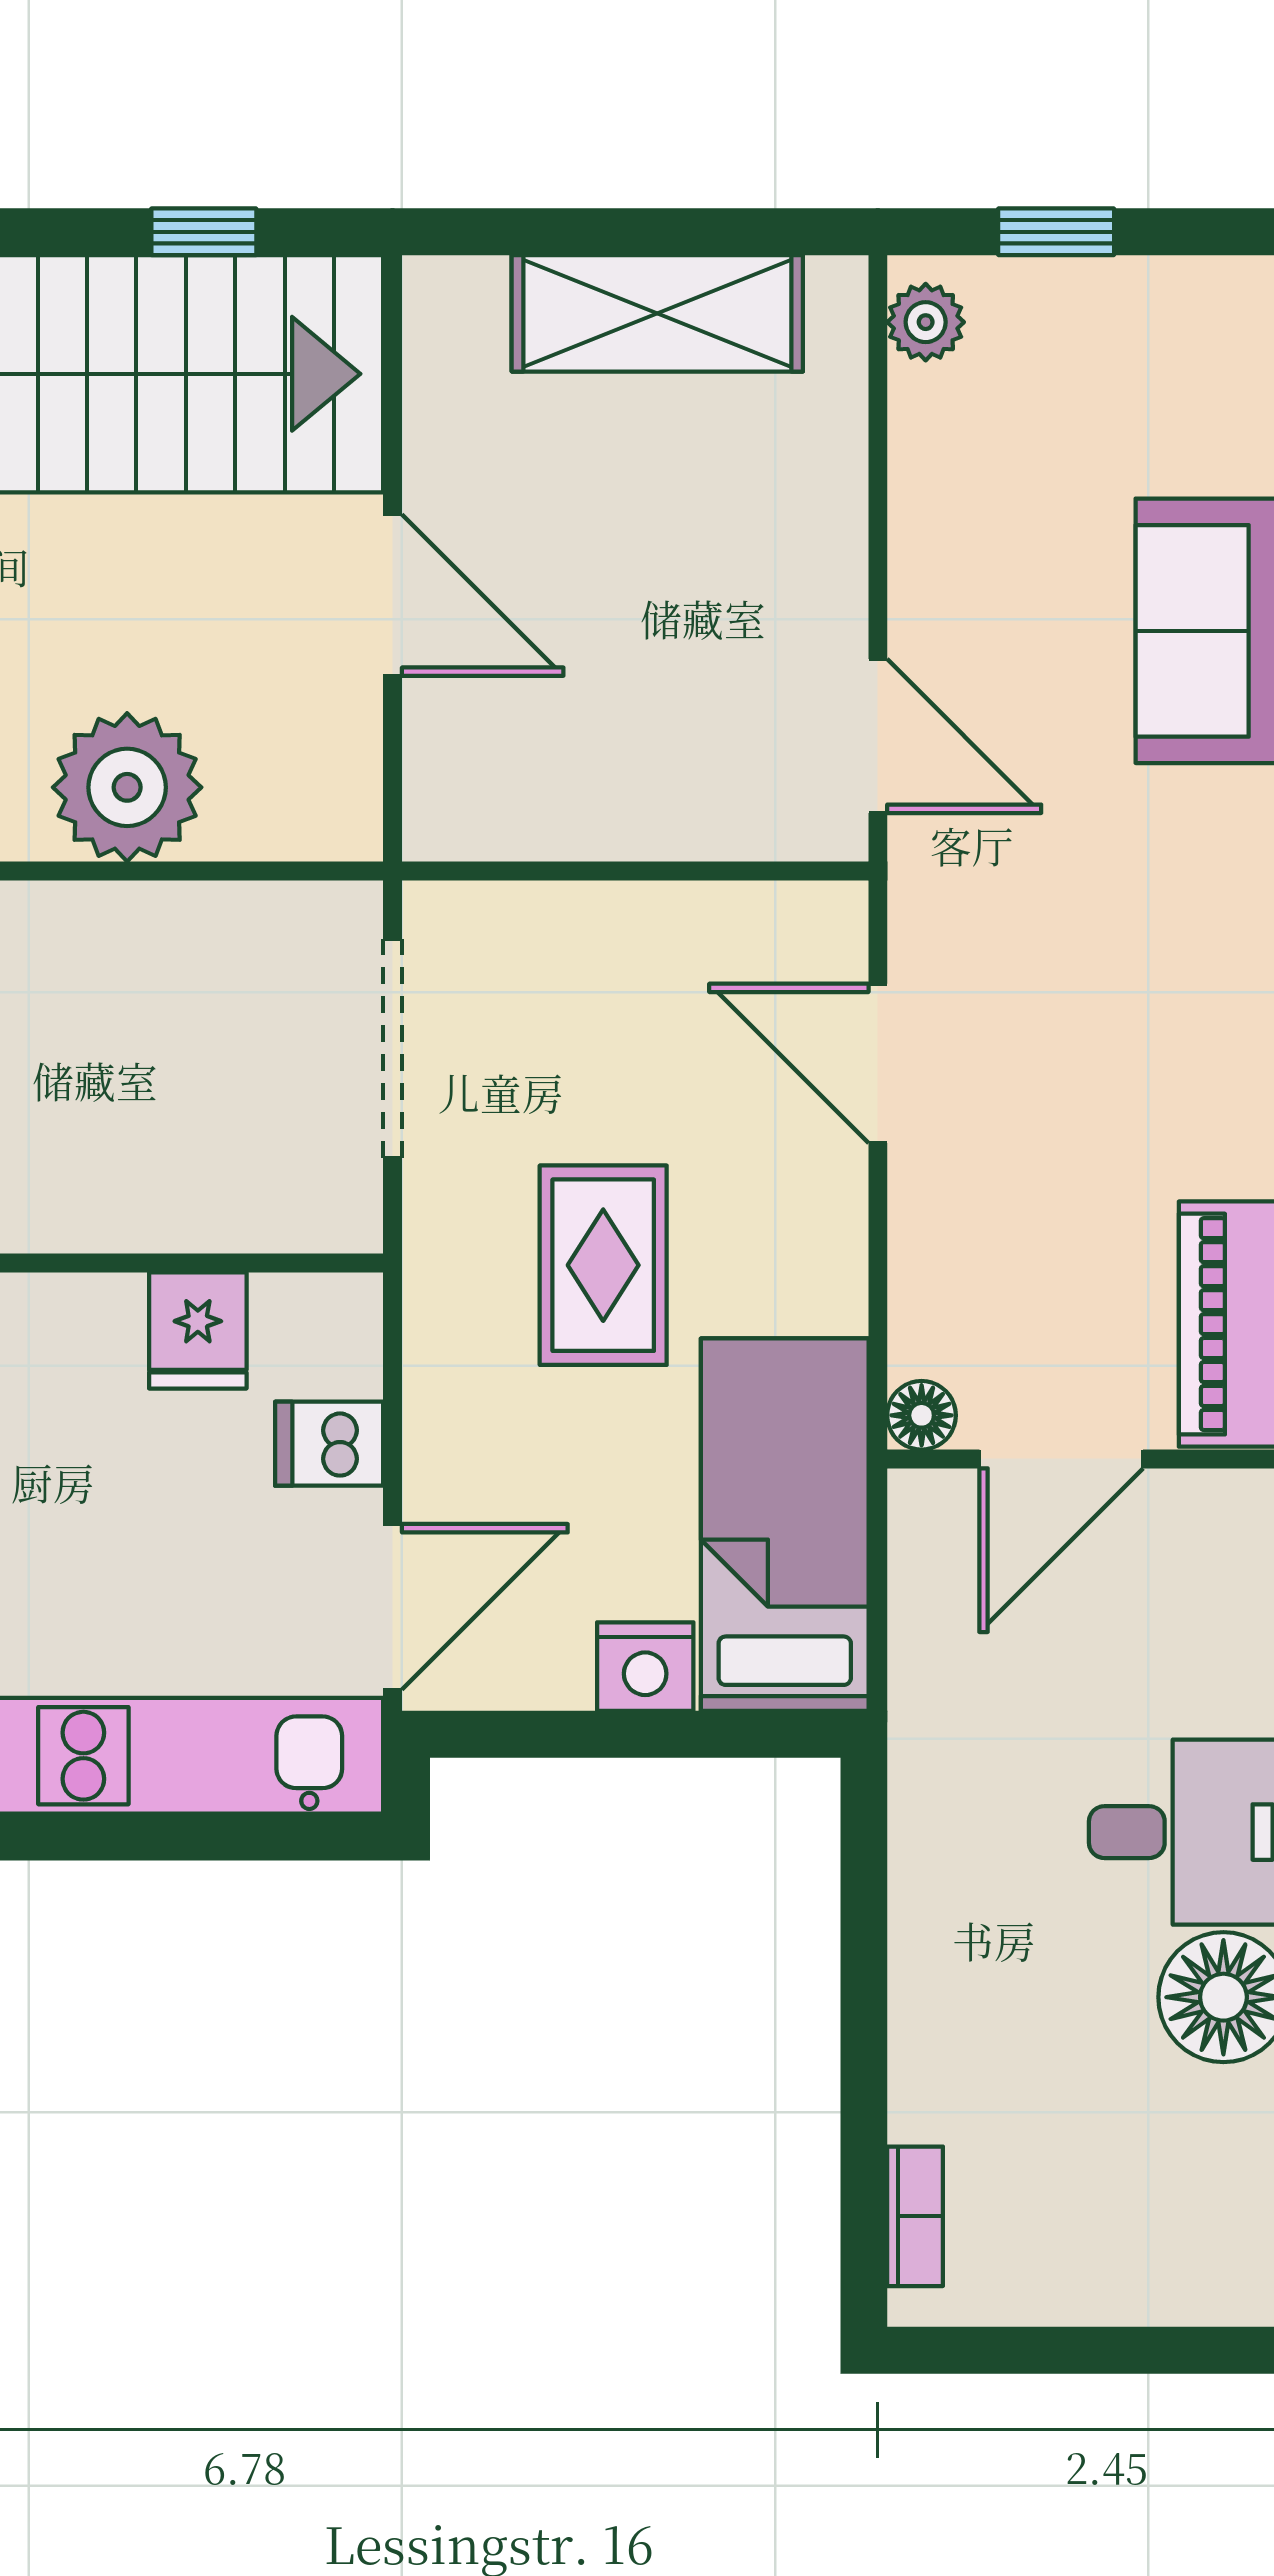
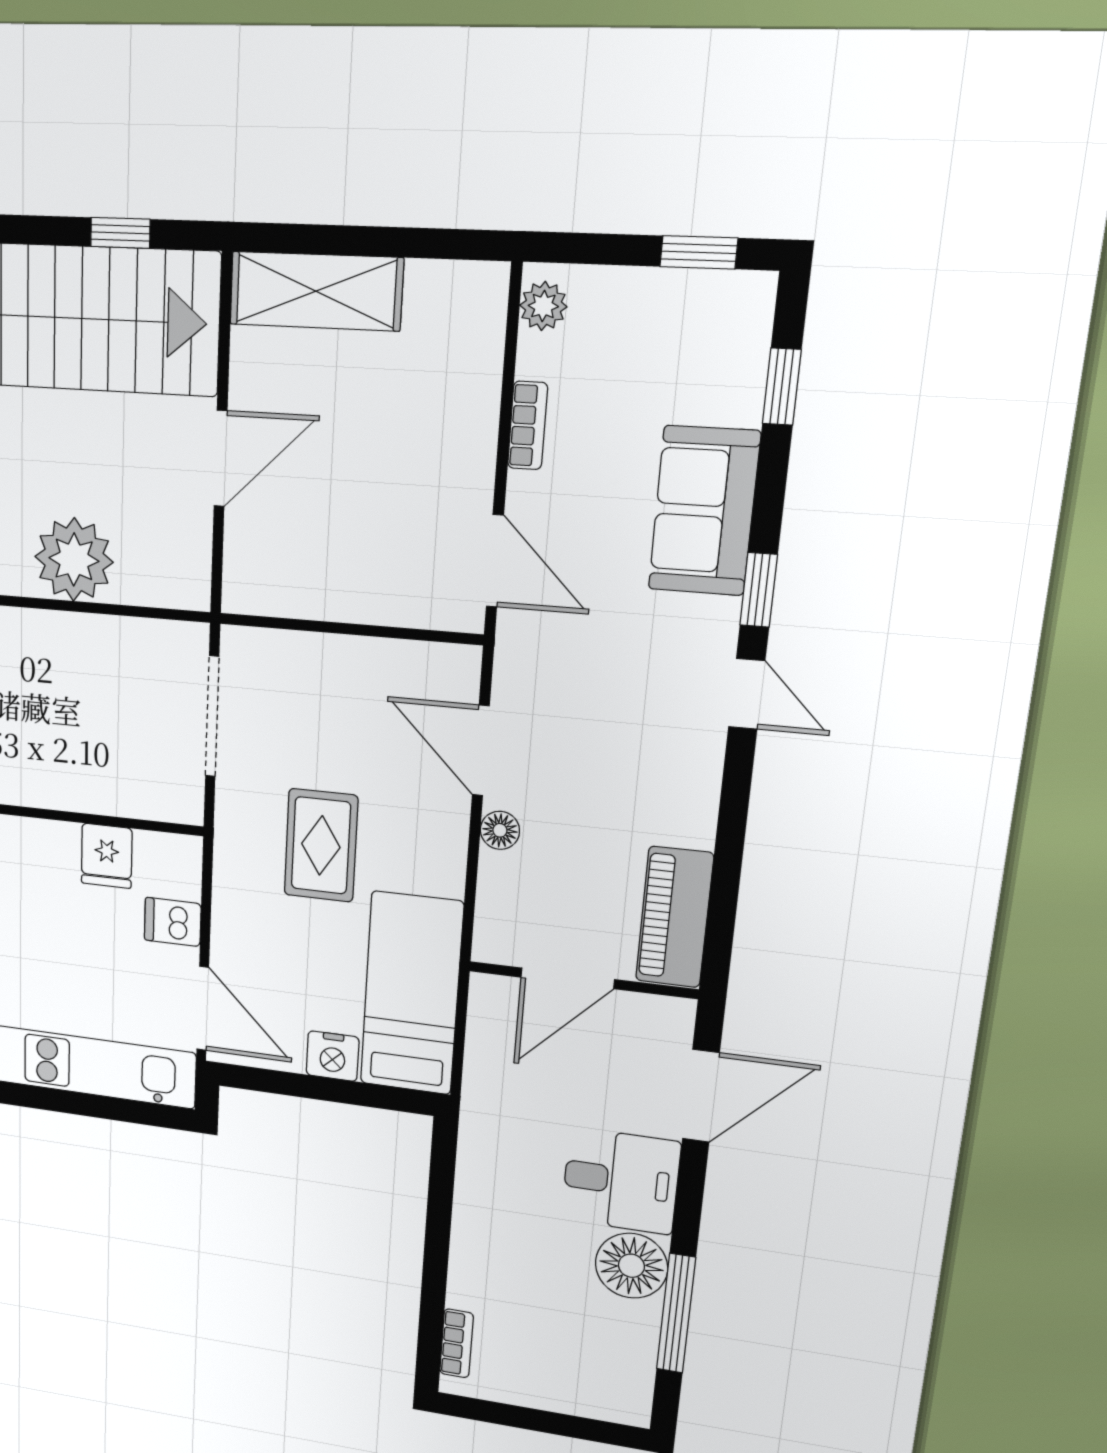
window: (1056, 232) -> (699, 252), moved
shelving: (657, 313) -> (316, 291), moved
bookcase: (915, 511) -> (528, 425), added
door: (393, 595) -> (221, 458), hinge flipped
floor lamp: (922, 1415) -> (500, 830), moved
door: (393, 1607) -> (203, 1009), hinge flipped

